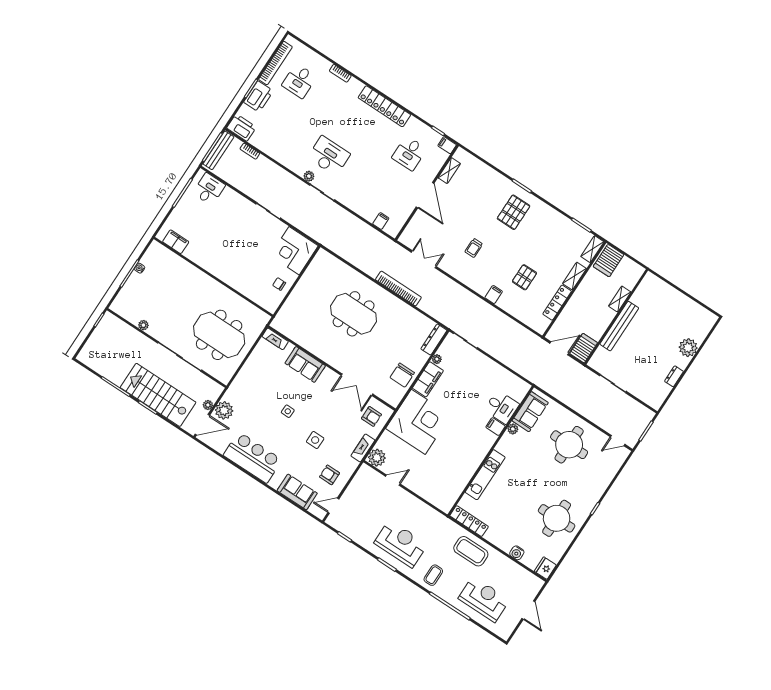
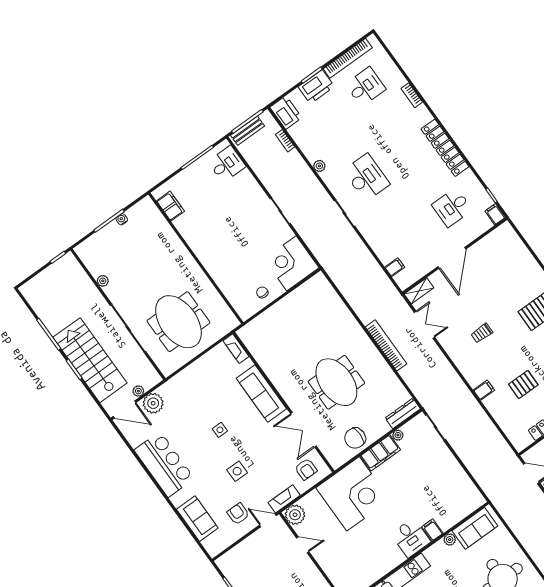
desk: (299, 81) -> (365, 87), turned 180
bench: (218, 150) -> (248, 131), width x0.73
shelving: (449, 171) -> (419, 291), moved
plant: (309, 176) -> (319, 166), moved
meeting table: (354, 314) -> (336, 382), moved
sofa: (305, 364) -> (261, 393), width x1.36
desk: (502, 407) -> (411, 538), moved
door: (333, 506) -> (268, 520), moved

